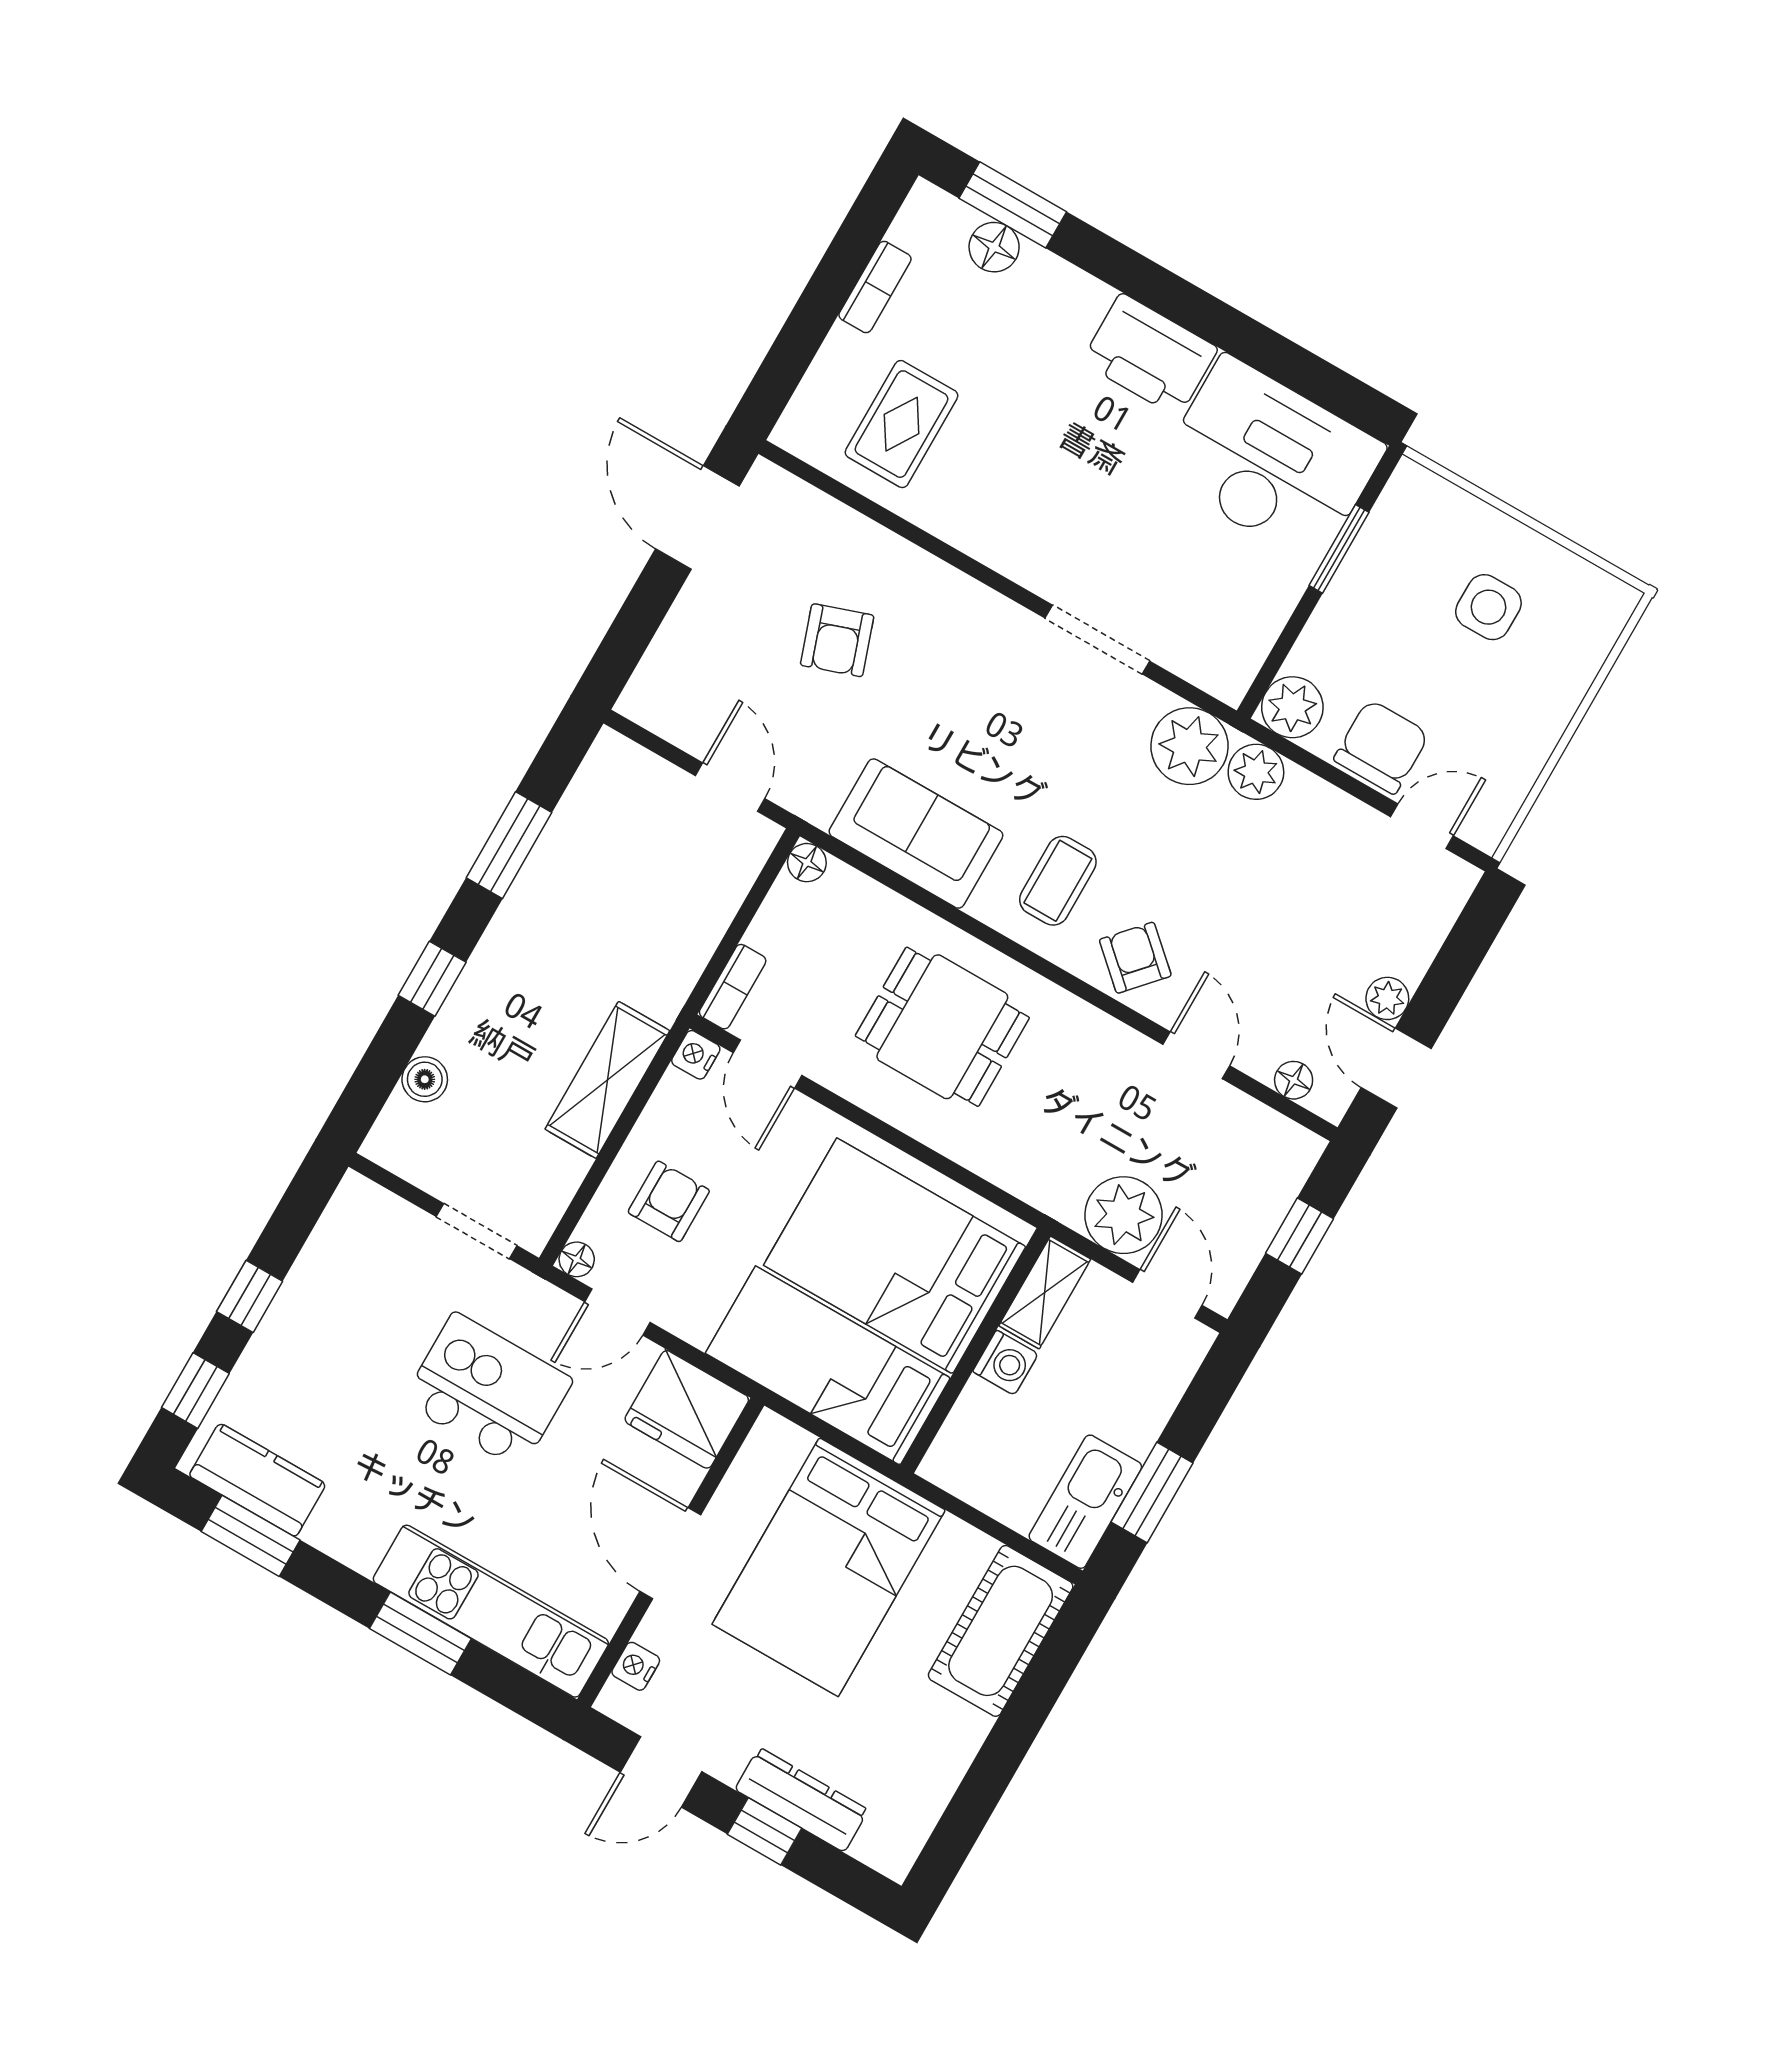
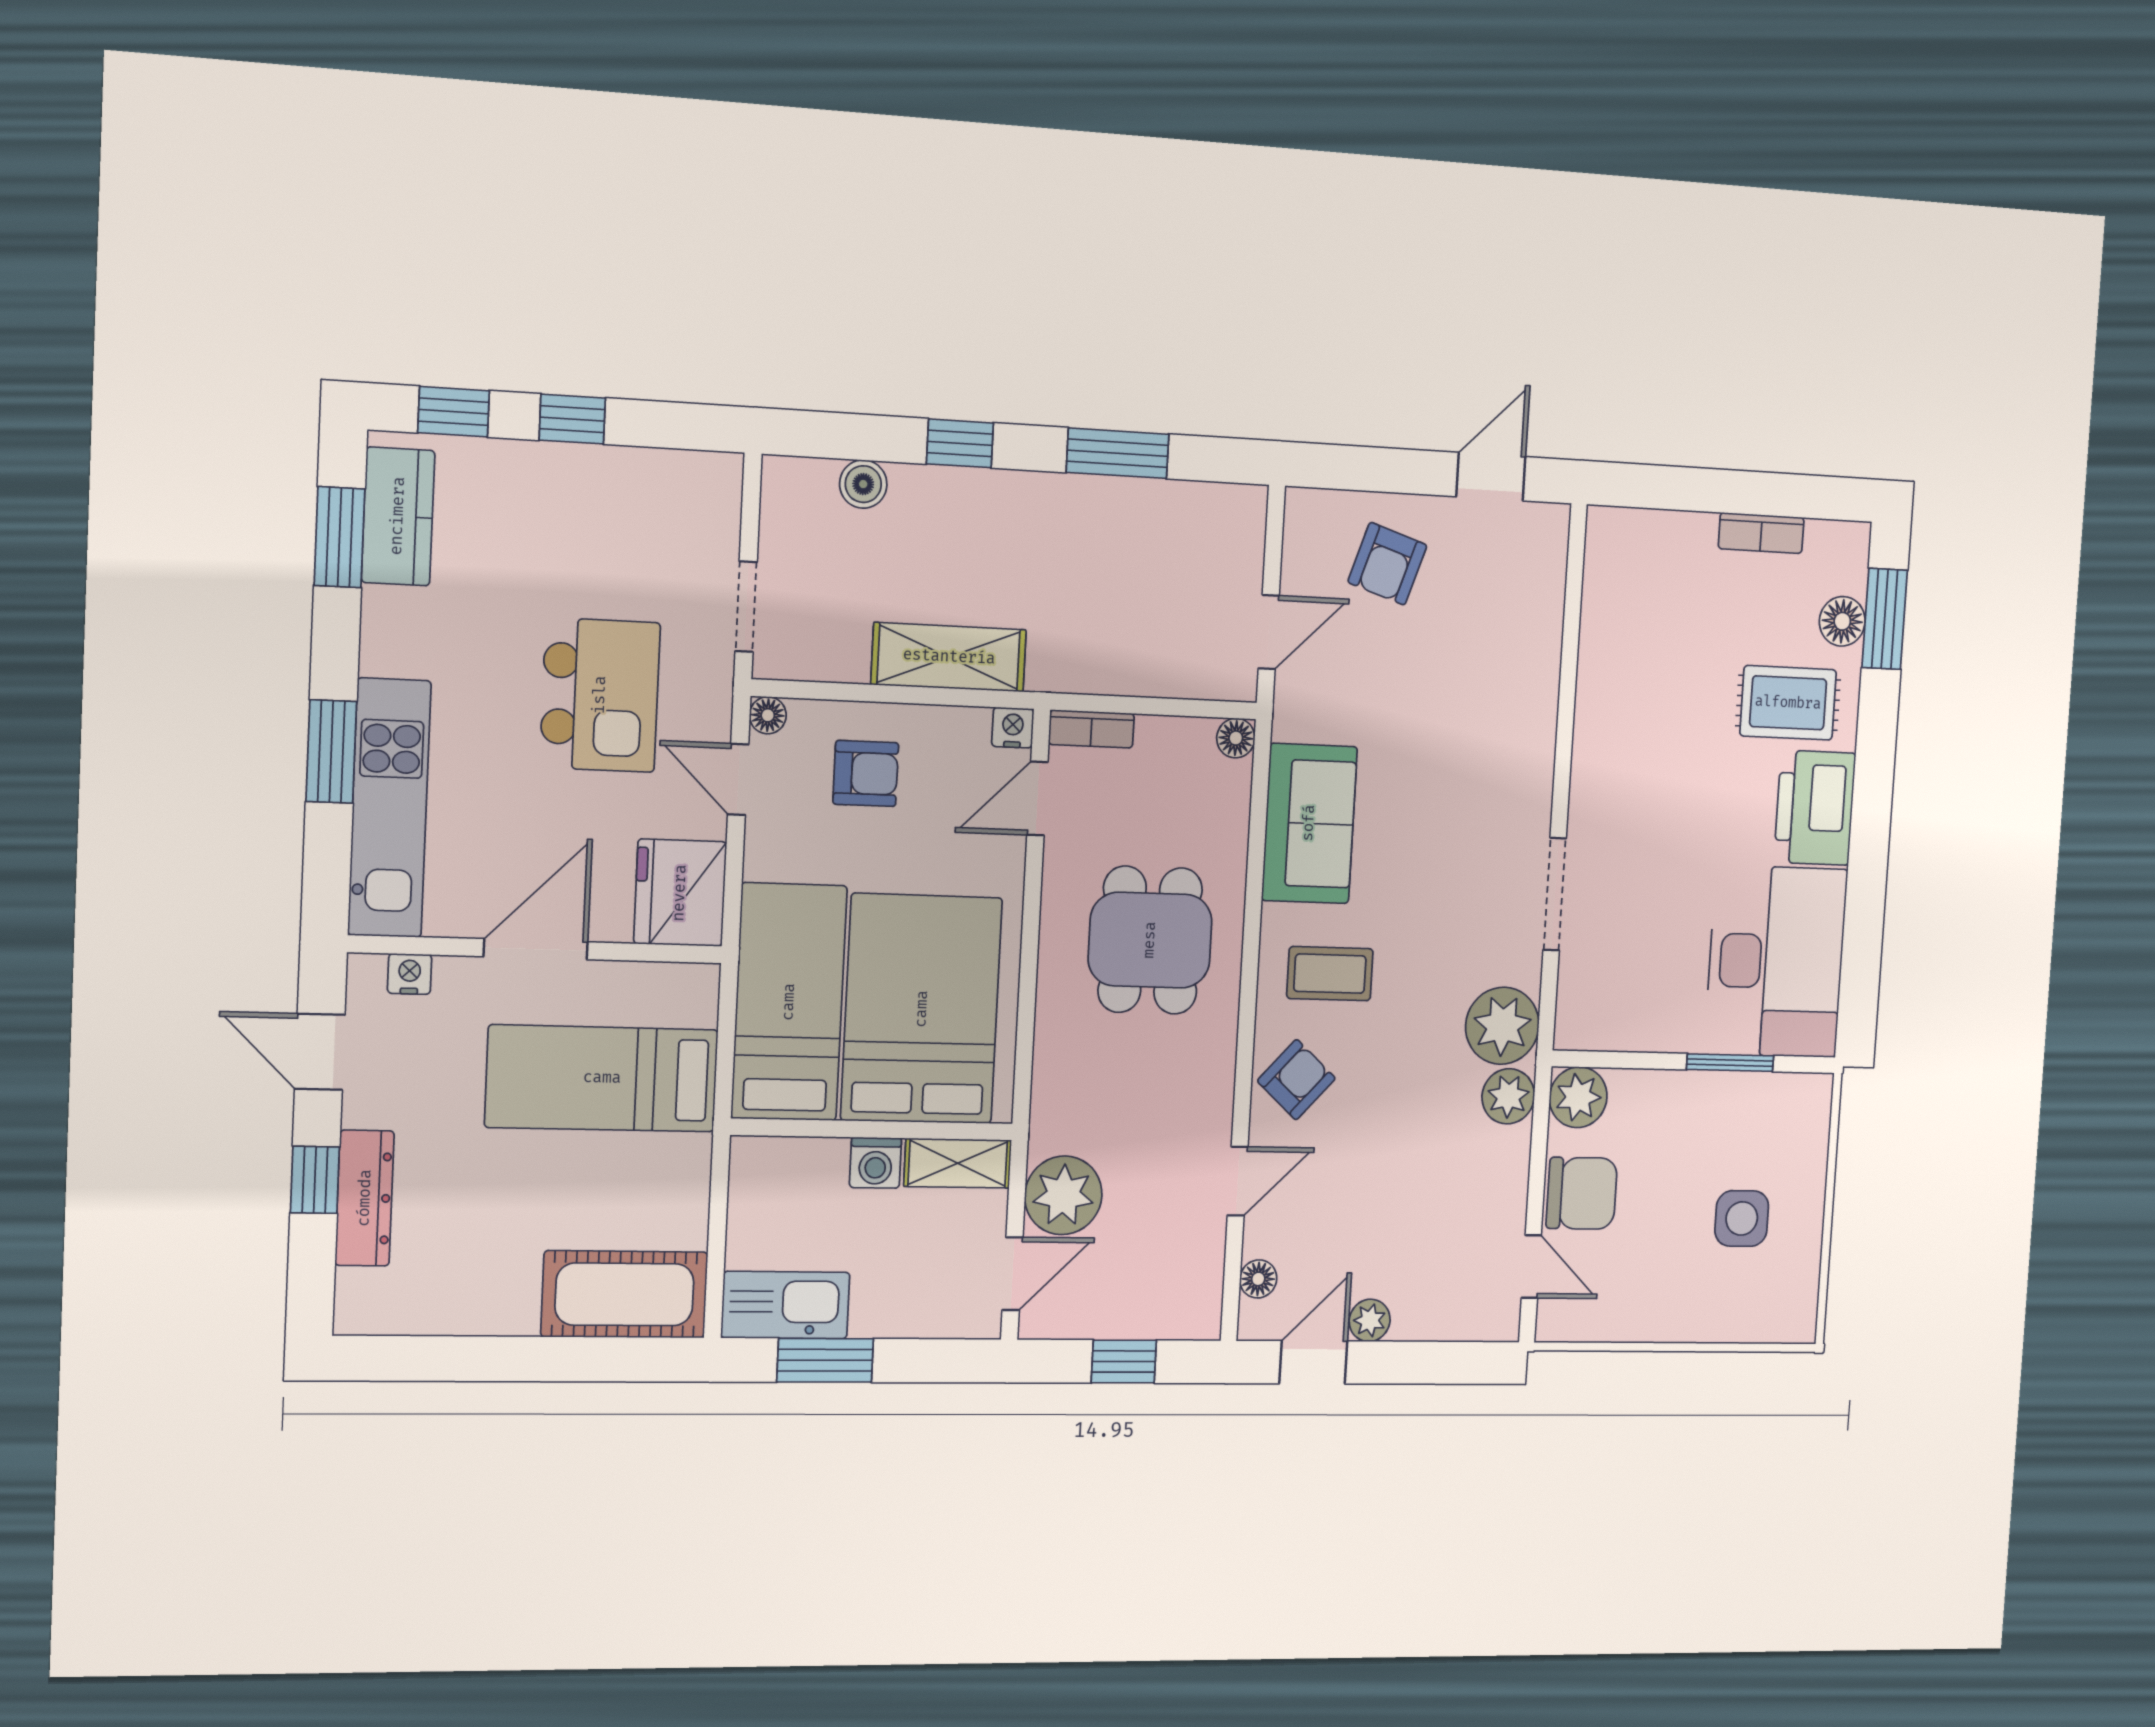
rug: (902, 424) -> (1788, 703), moved
door: (697, 518) -> (1491, 477), width x0.73
armchair: (837, 640) -> (1387, 564), moved, turned -53
bed: (829, 1567) -> (602, 1078), width x0.67

